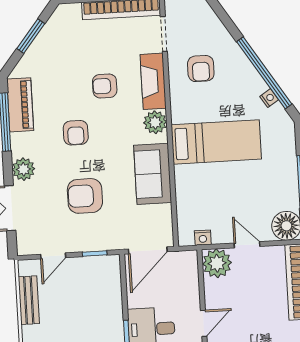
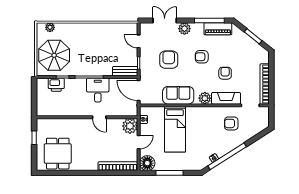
bed: (216, 142) -> (175, 129), moved
bench: (29, 300) -> (125, 71), moved

